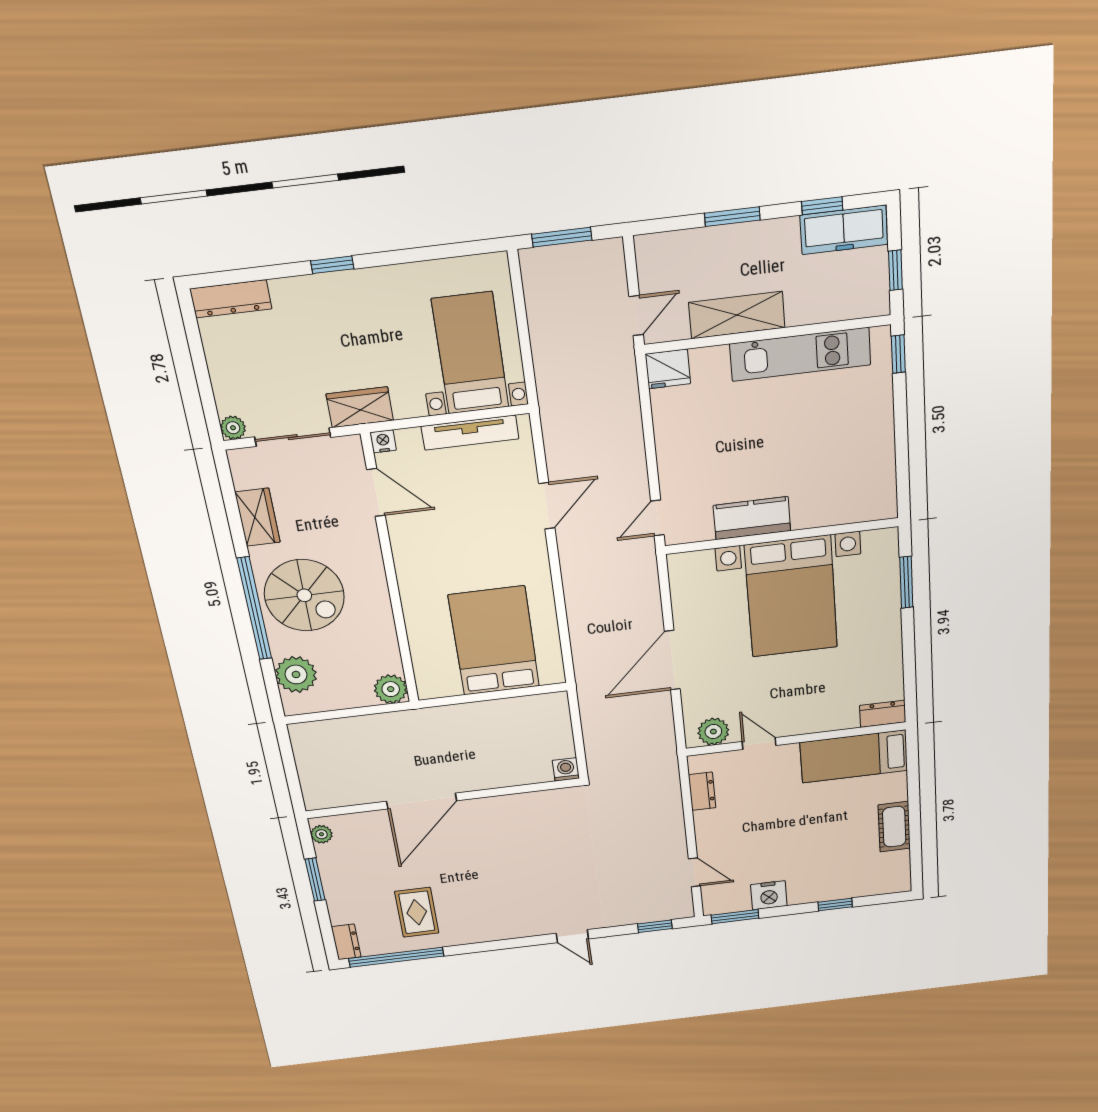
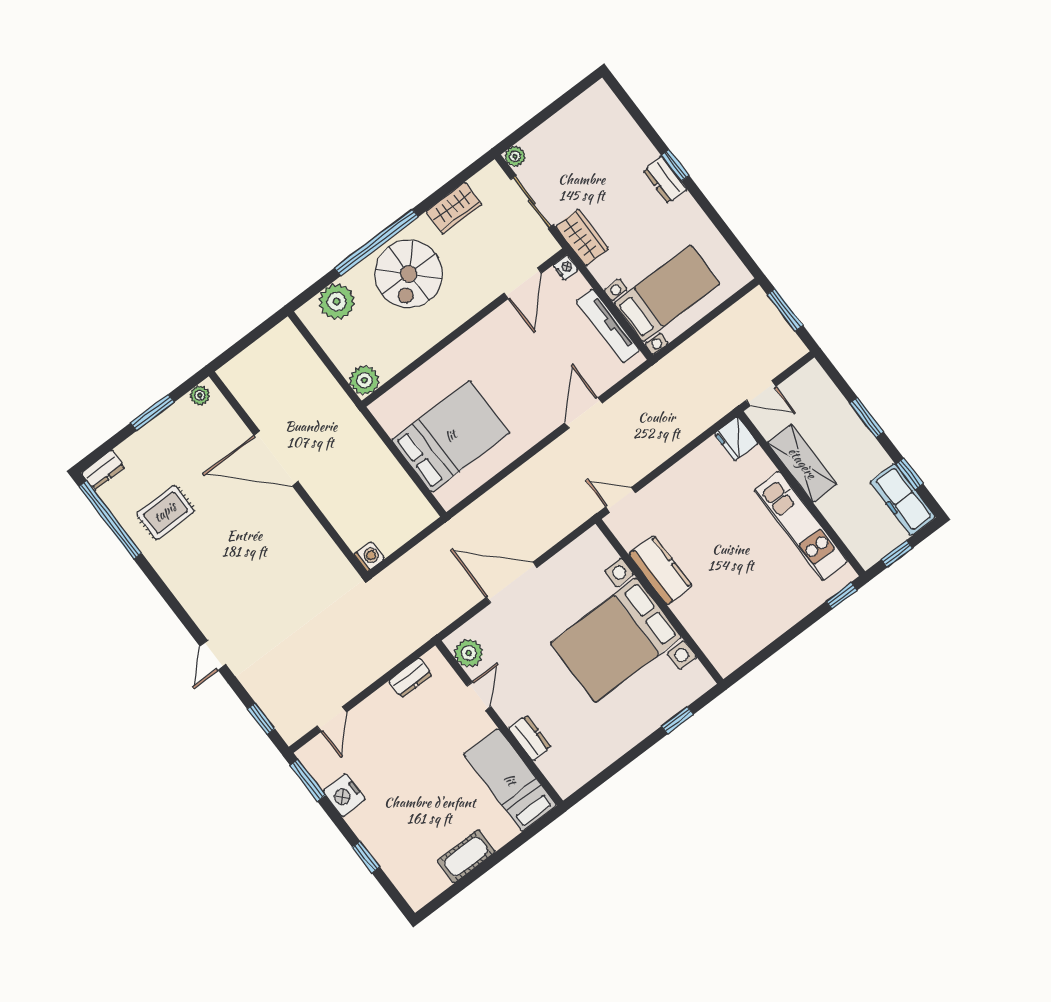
dresser: (231, 299) -> (665, 180), moved, width x0.70
door: (547, 506) -> (583, 413), swing flipped
window: (906, 582) -> (677, 720), width x0.67
dresser: (883, 714) -> (530, 738), moved

